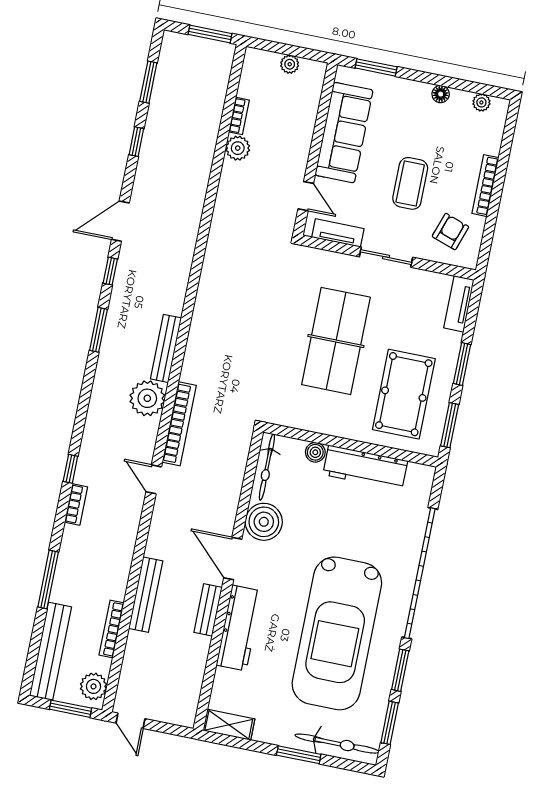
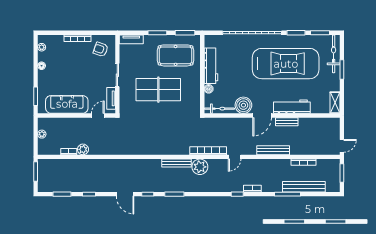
coffee table: (410, 183) -> (83, 71), removed
bench: (146, 595) -> (273, 150), moved
bench: (50, 651) -> (304, 187), moved
plant: (93, 686) -> (330, 165), removed

